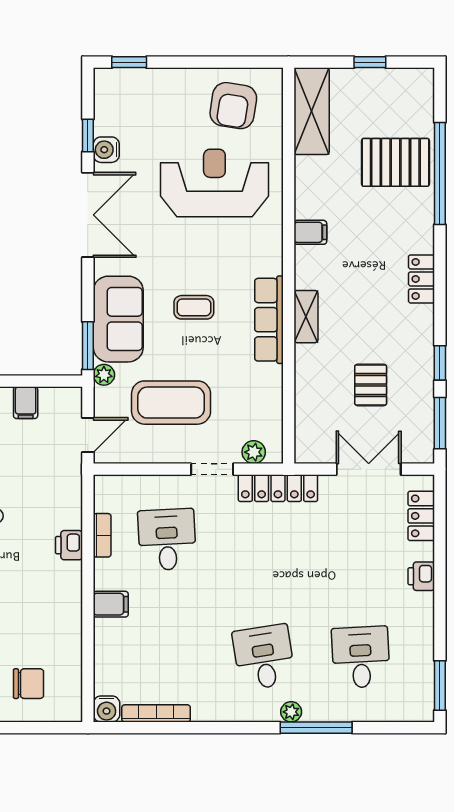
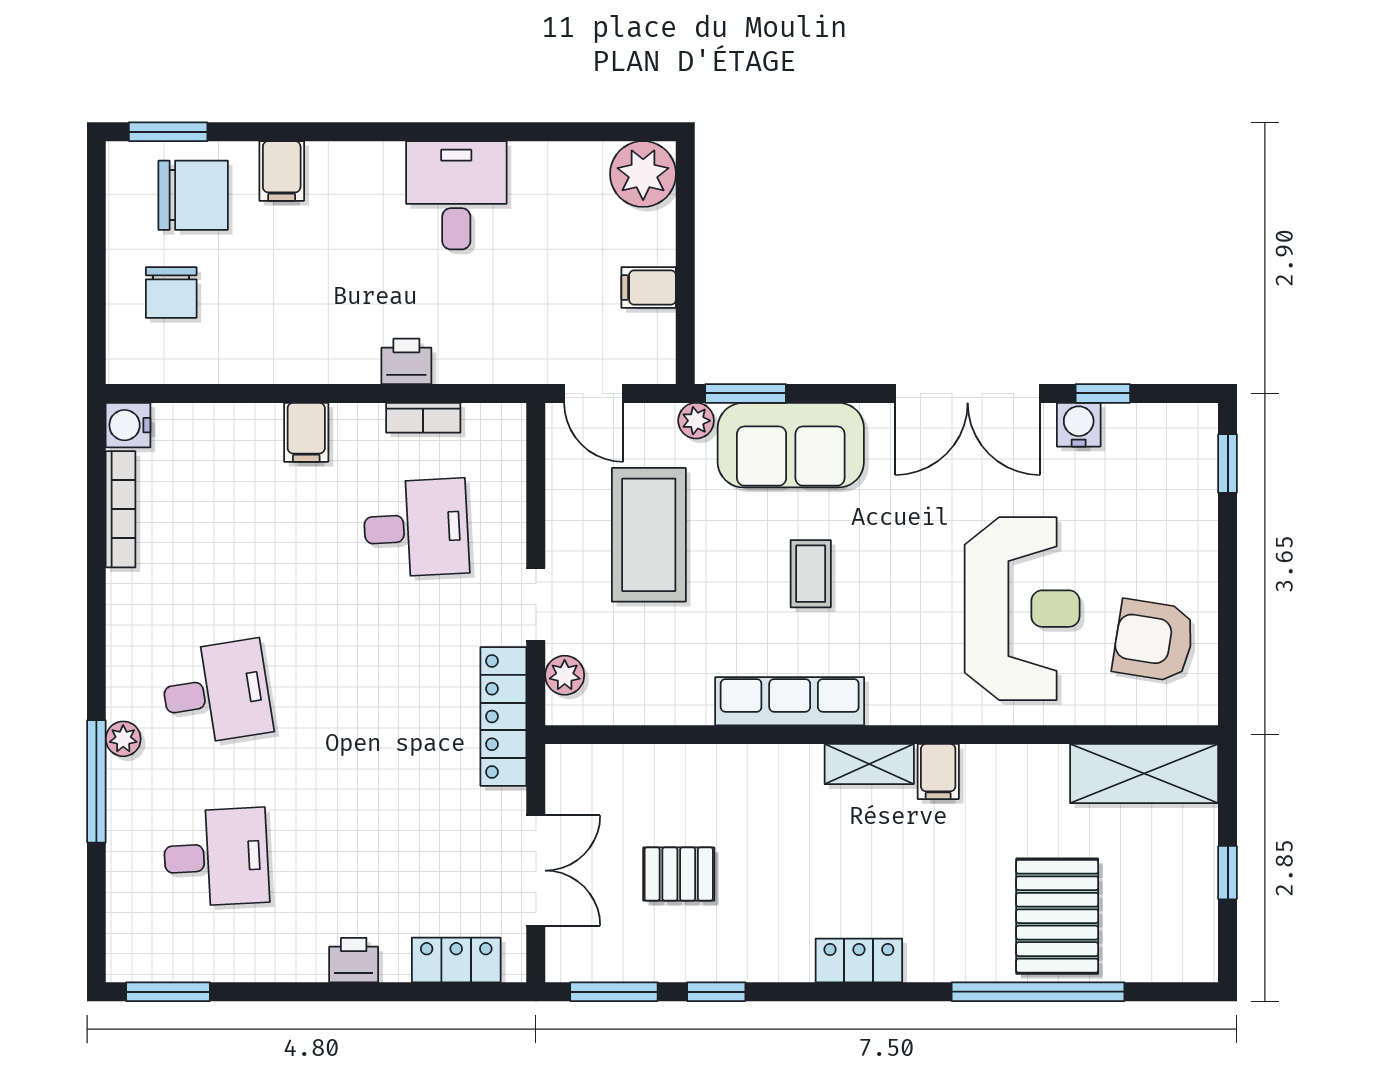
shelving: (306, 317) -> (869, 764), moved

